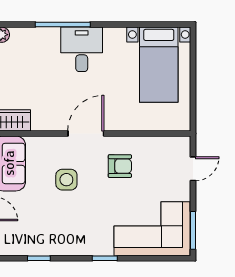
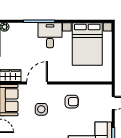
bed with nightstands: (159, 65) -> (87, 44), width x1.36
door: (86, 133) -> (37, 83), moved

